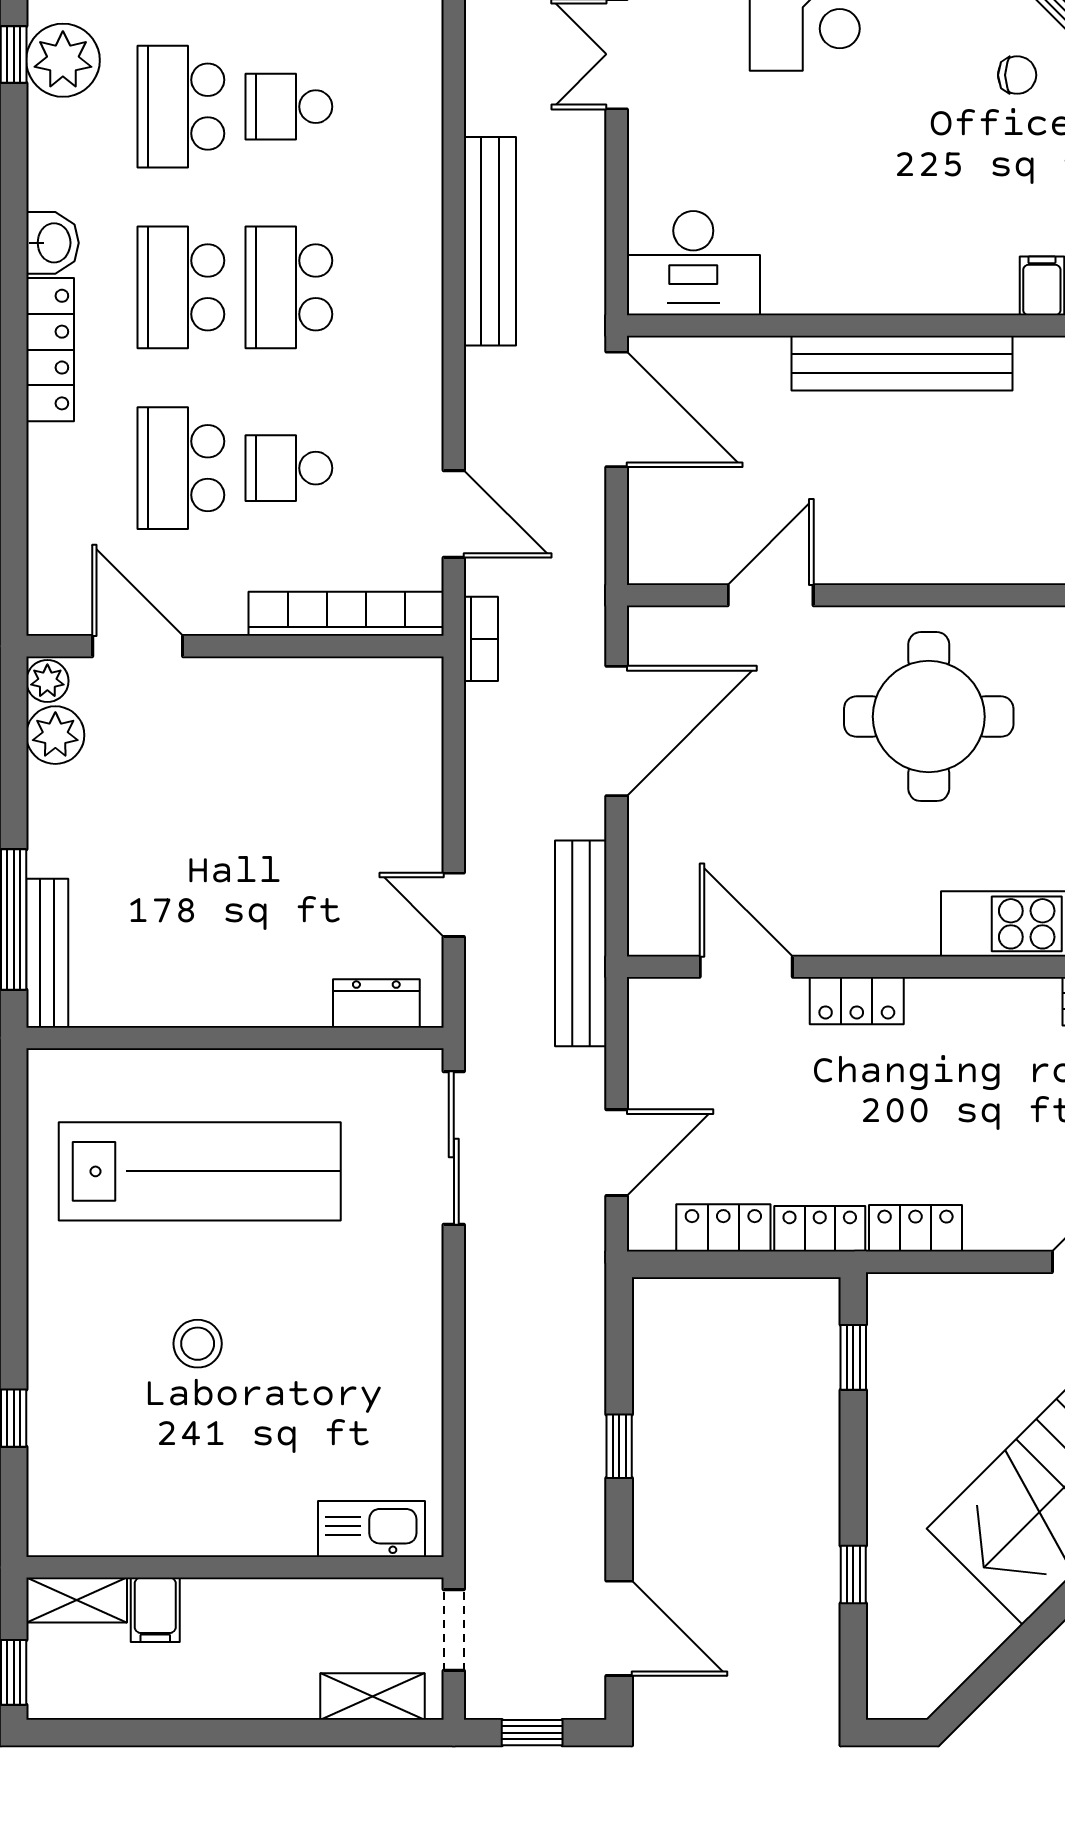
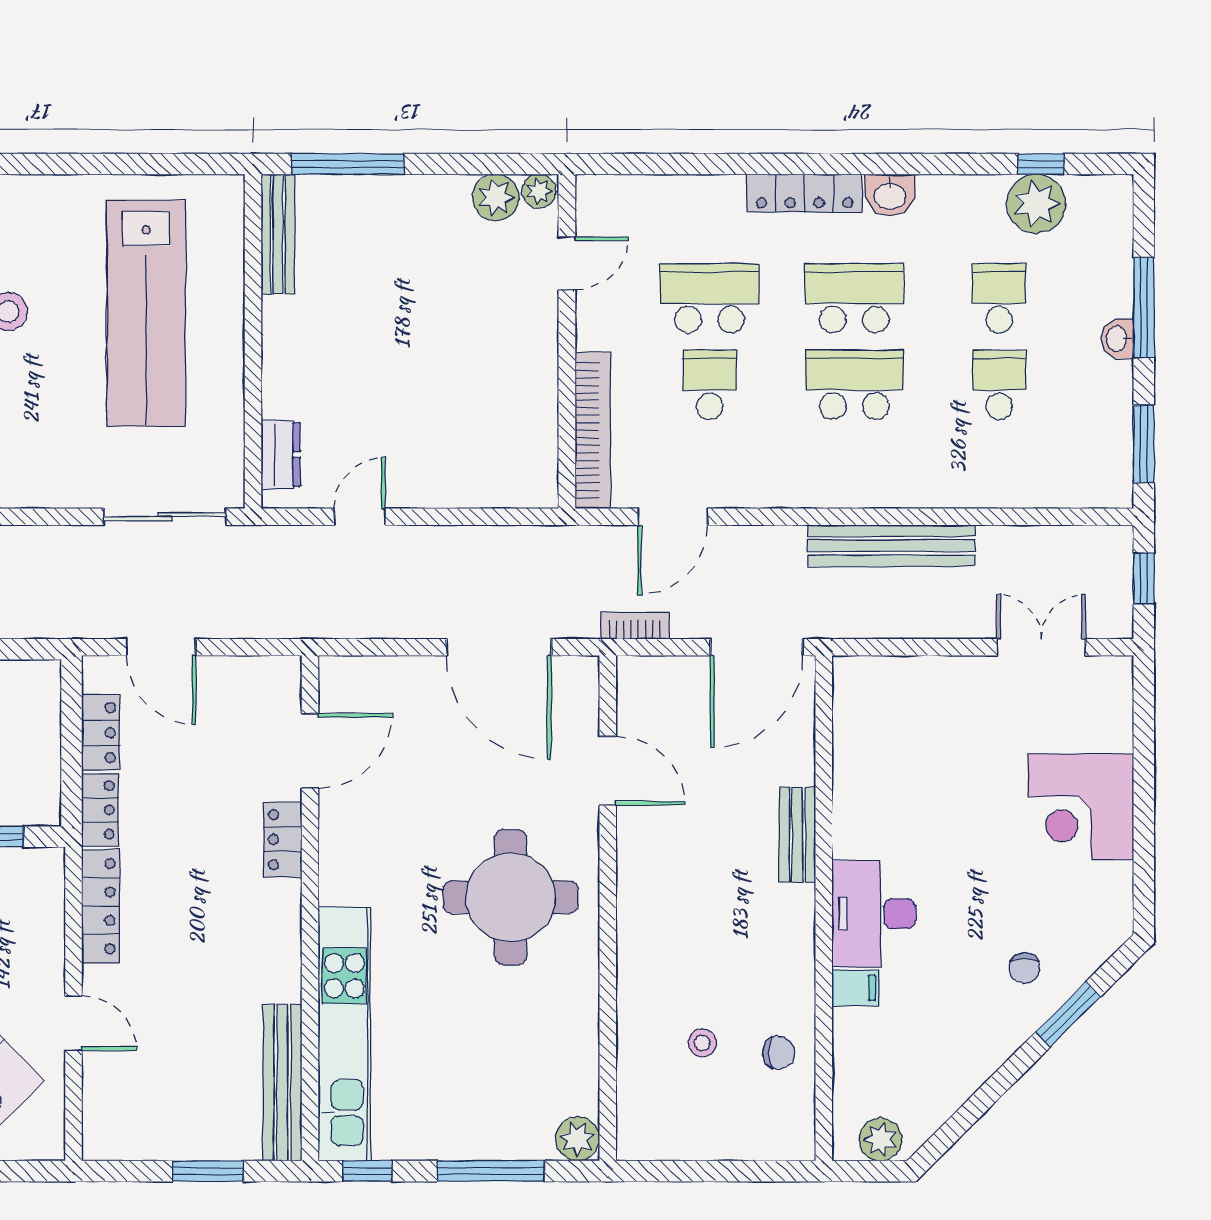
school desk: (181, 107) -> (999, 298), width x0.54
desk: (693, 263) -> (874, 914), moved
bench: (902, 363) -> (797, 835), width x0.54, depth x0.82
bookcase: (481, 639) -> (635, 625), moved, turned 180
door: (138, 646) -> (567, 263), width x0.73
bench: (581, 943) -> (329, 618), removed
bench: (47, 953) -> (278, 234), moved, turned 90
locker: (916, 1228) -> (101, 906), width x1.53

